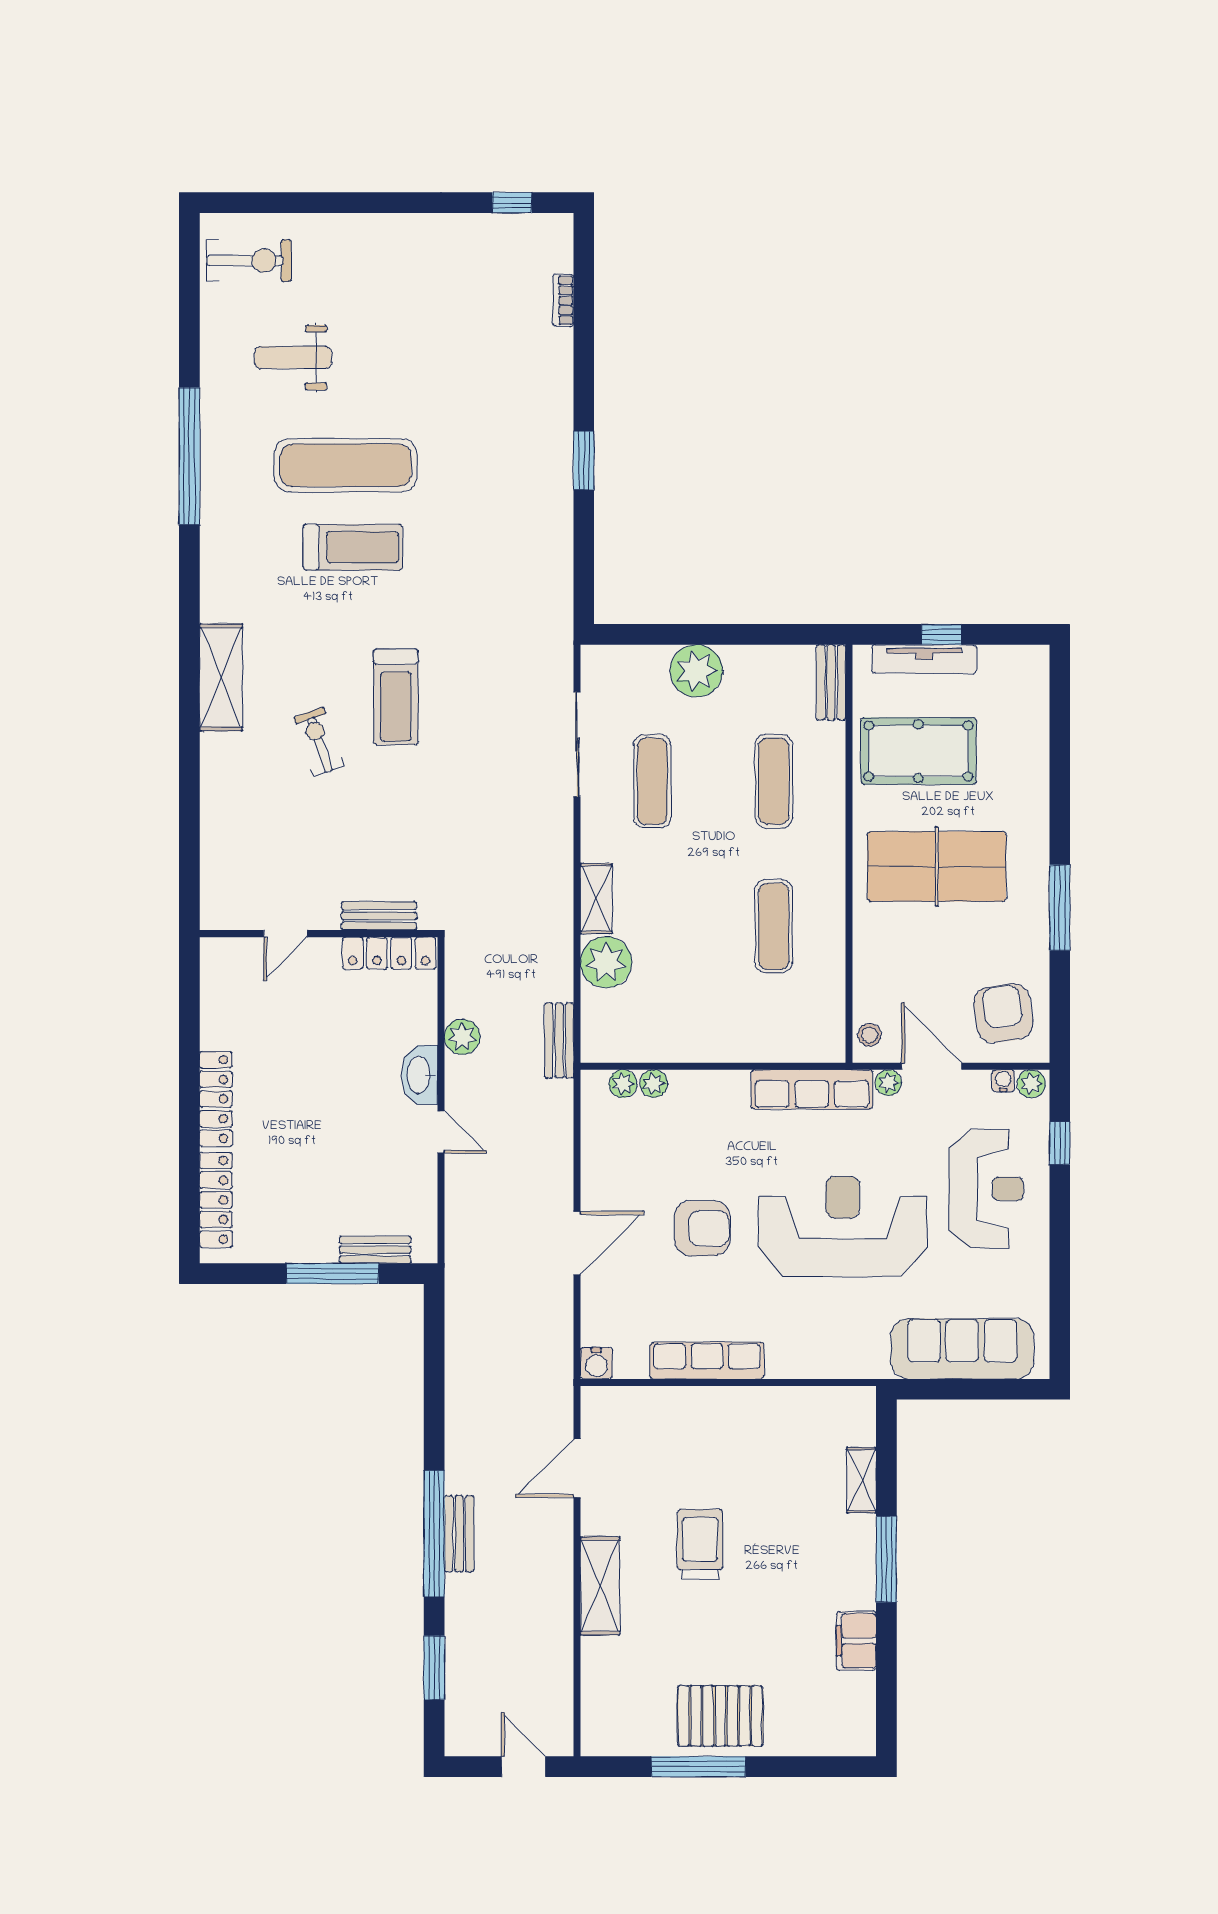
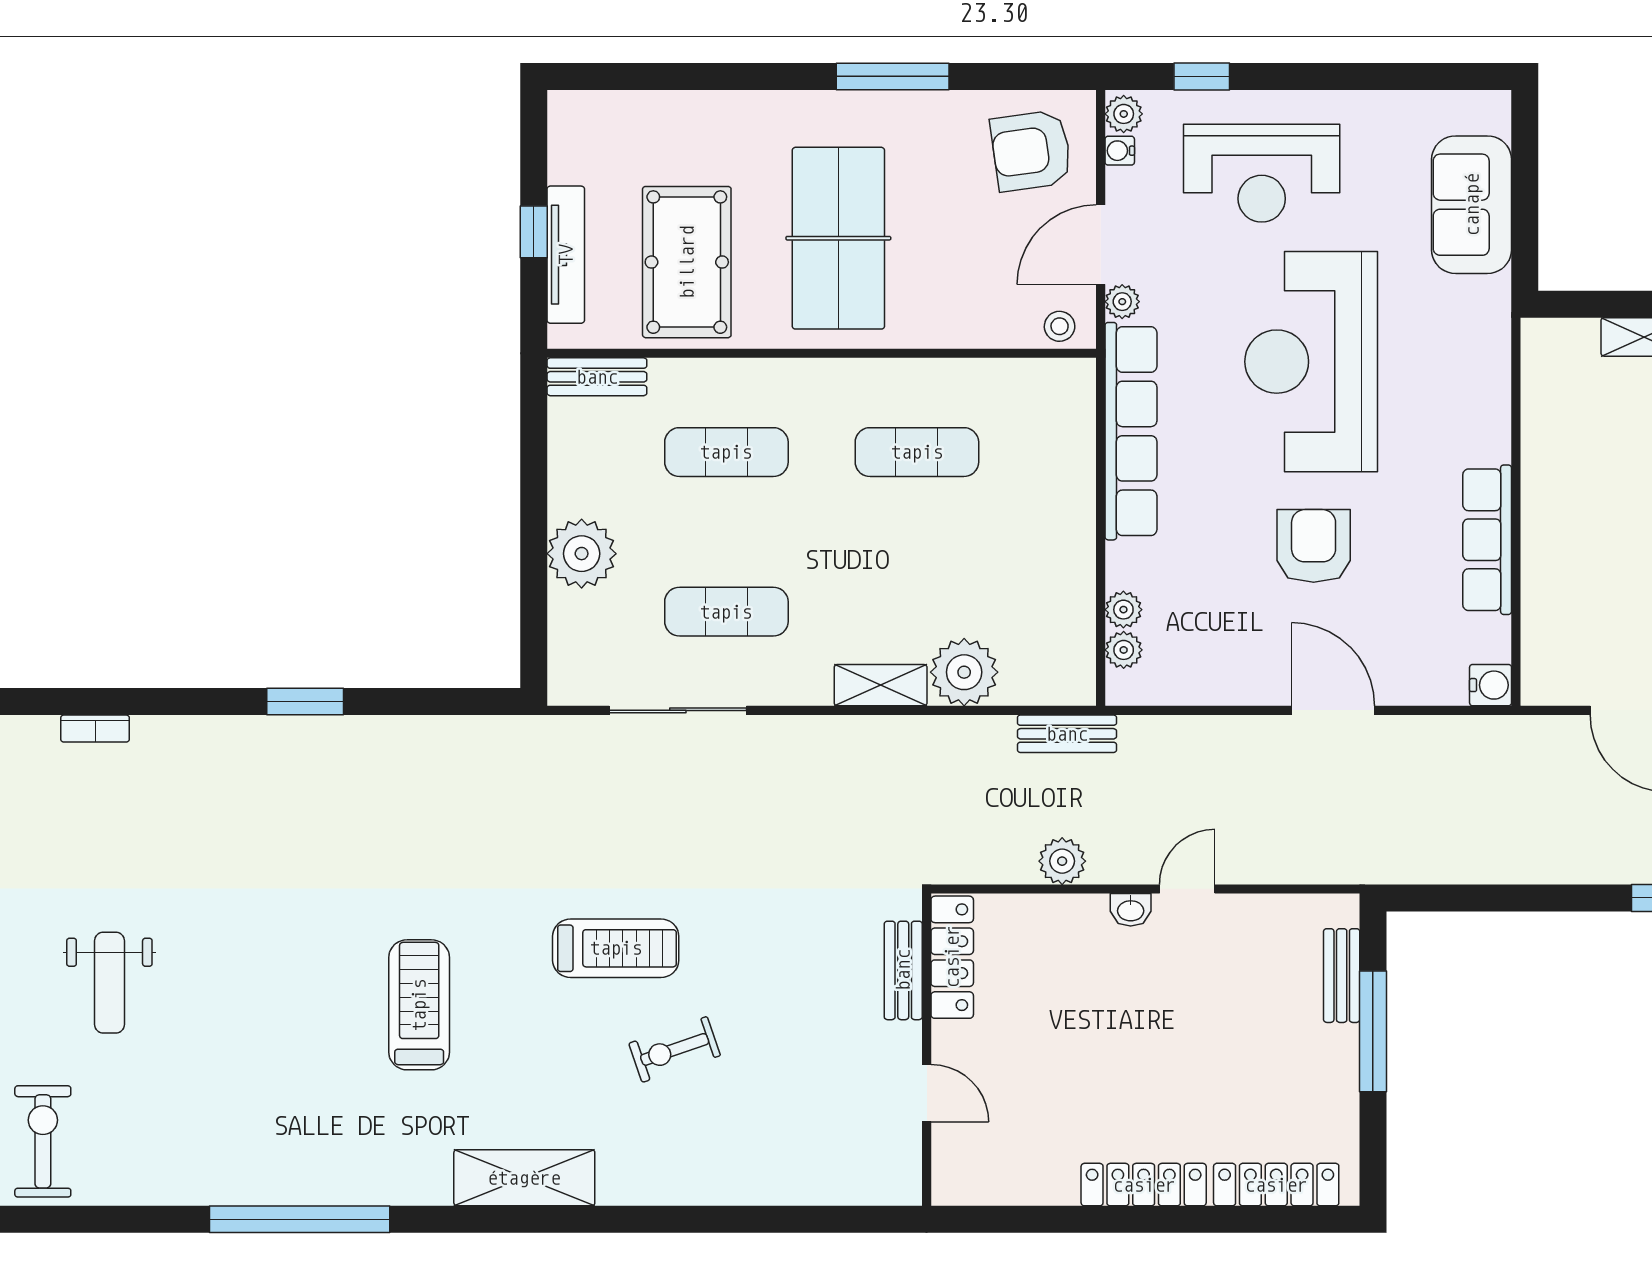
weight bench: (293, 357) -> (109, 983), moved
exercise mat: (346, 465) -> (312, 1014), removed
shelving: (221, 677) -> (524, 1178), moved
washbasin: (420, 1075) -> (1131, 910), width x0.52, depth x0.69
row of seats: (812, 1089) -> (1131, 431), width x1.36
reception desk: (986, 1189) -> (1262, 173), turned 180
sofa: (962, 1349) -> (1472, 205), width x0.73

